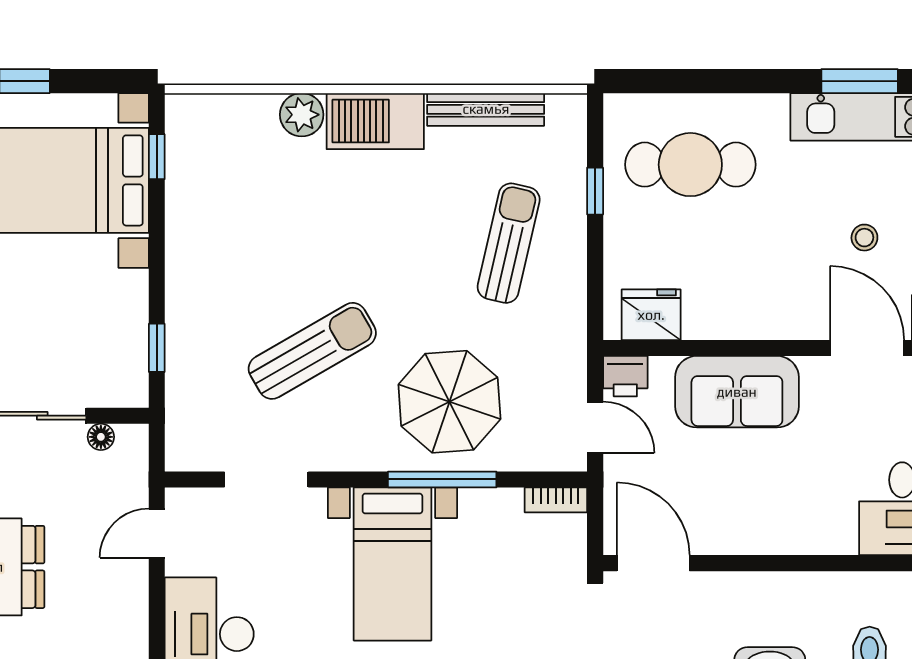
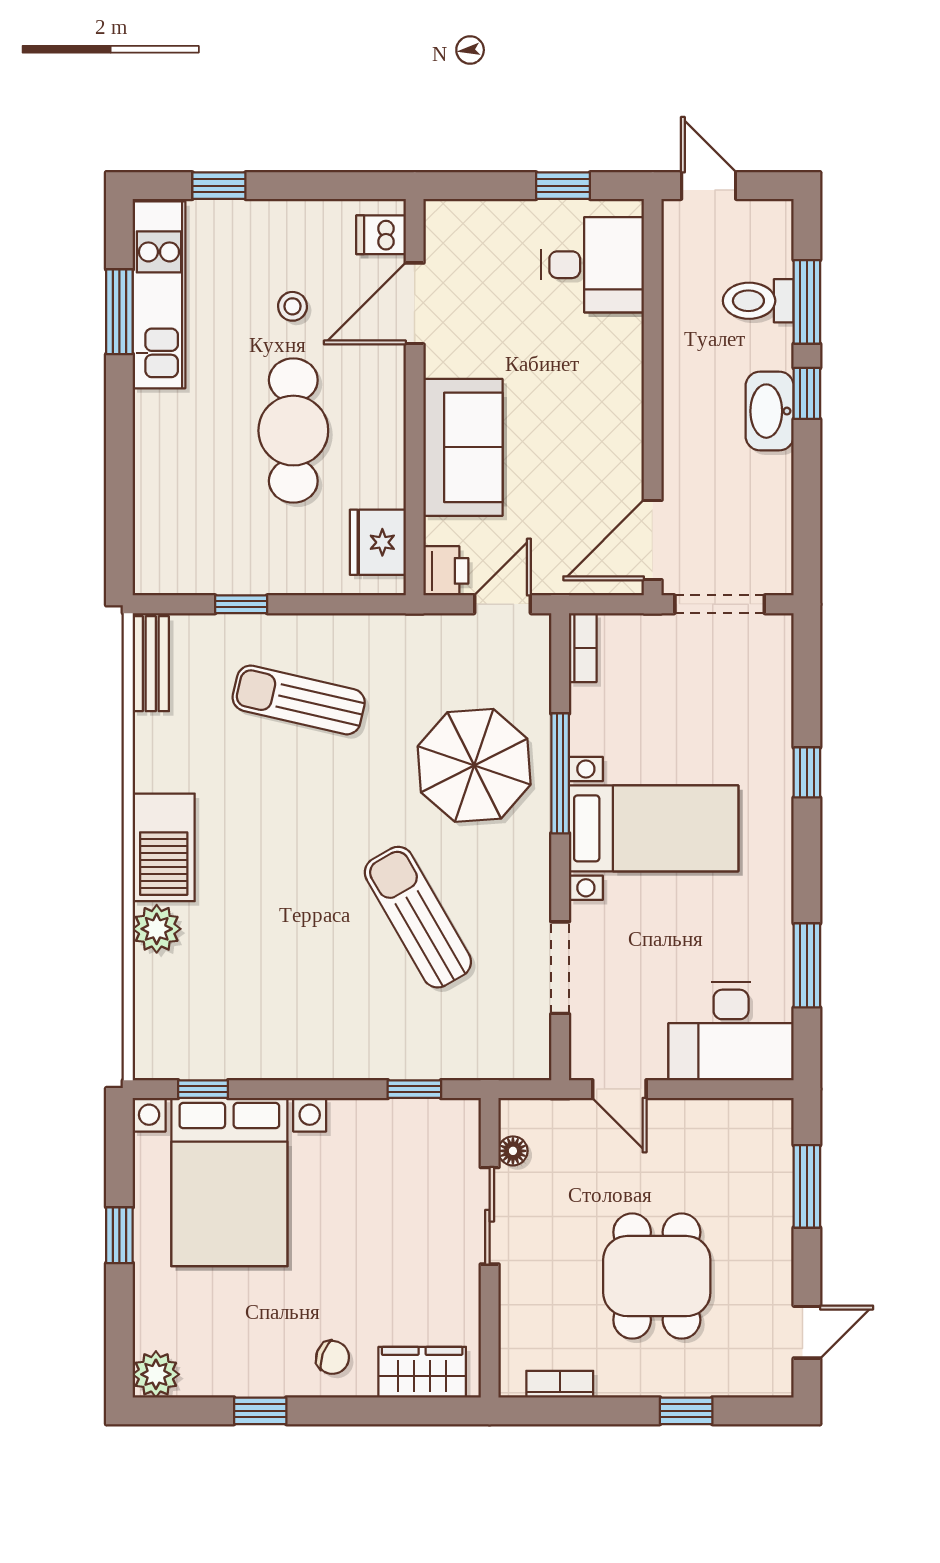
bench: (486, 109) -> (151, 664), moved, width x0.73
cafe table: (690, 165) -> (293, 431), moved

